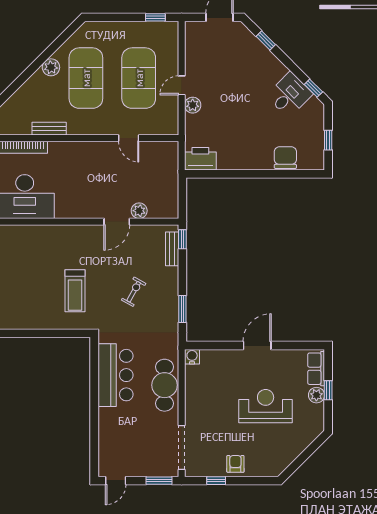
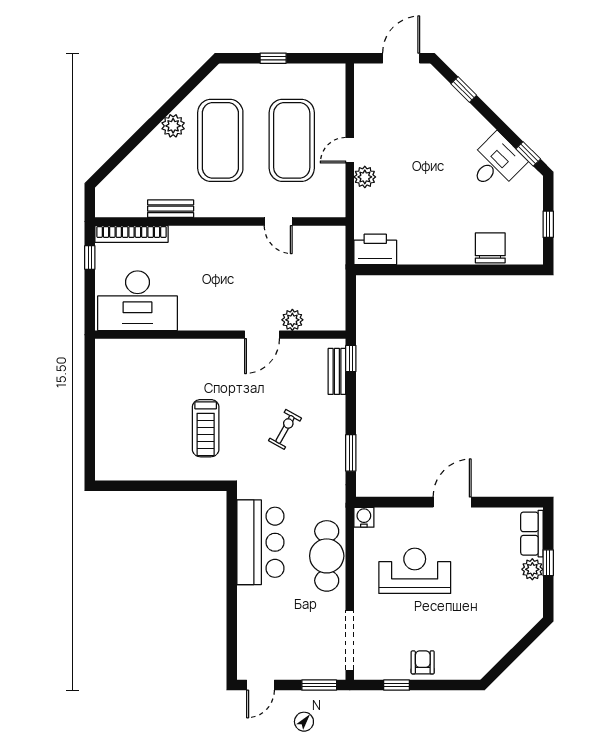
window: (155, 17) -> (273, 58), moved
reception desk: (266, 406) -> (415, 571), moved

